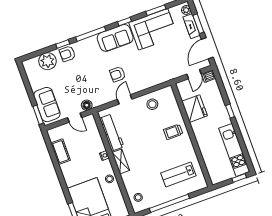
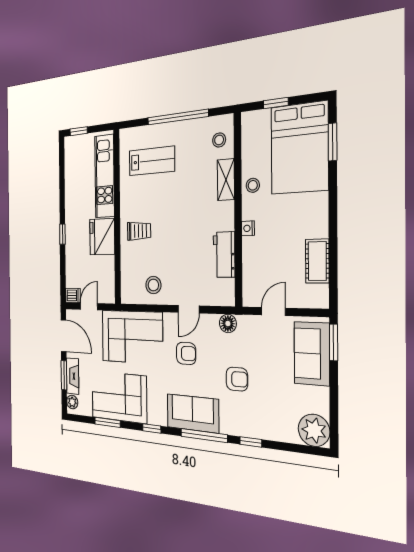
sofa: (115, 38) -> (193, 413), moved
door: (207, 48) -> (64, 336), hinge flipped
armchair: (67, 54) -> (237, 379), moved
plant: (47, 61) -> (314, 430), moved
corner sofa: (156, 68) -> (132, 337), added
floor lamp: (87, 105) -> (228, 323), moved
fridge: (195, 109) -> (102, 237), moved
door: (75, 118) -> (273, 312), hinge flipped
workbench: (112, 133) -> (224, 255), width x0.73
kitchen unit: (234, 150) -> (105, 176), moved, turned 180
shelving: (121, 161) -> (226, 180), moved

